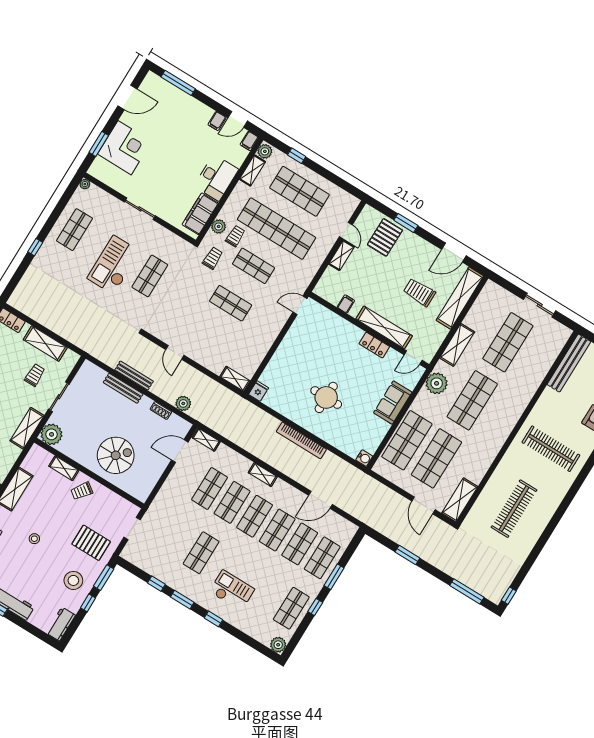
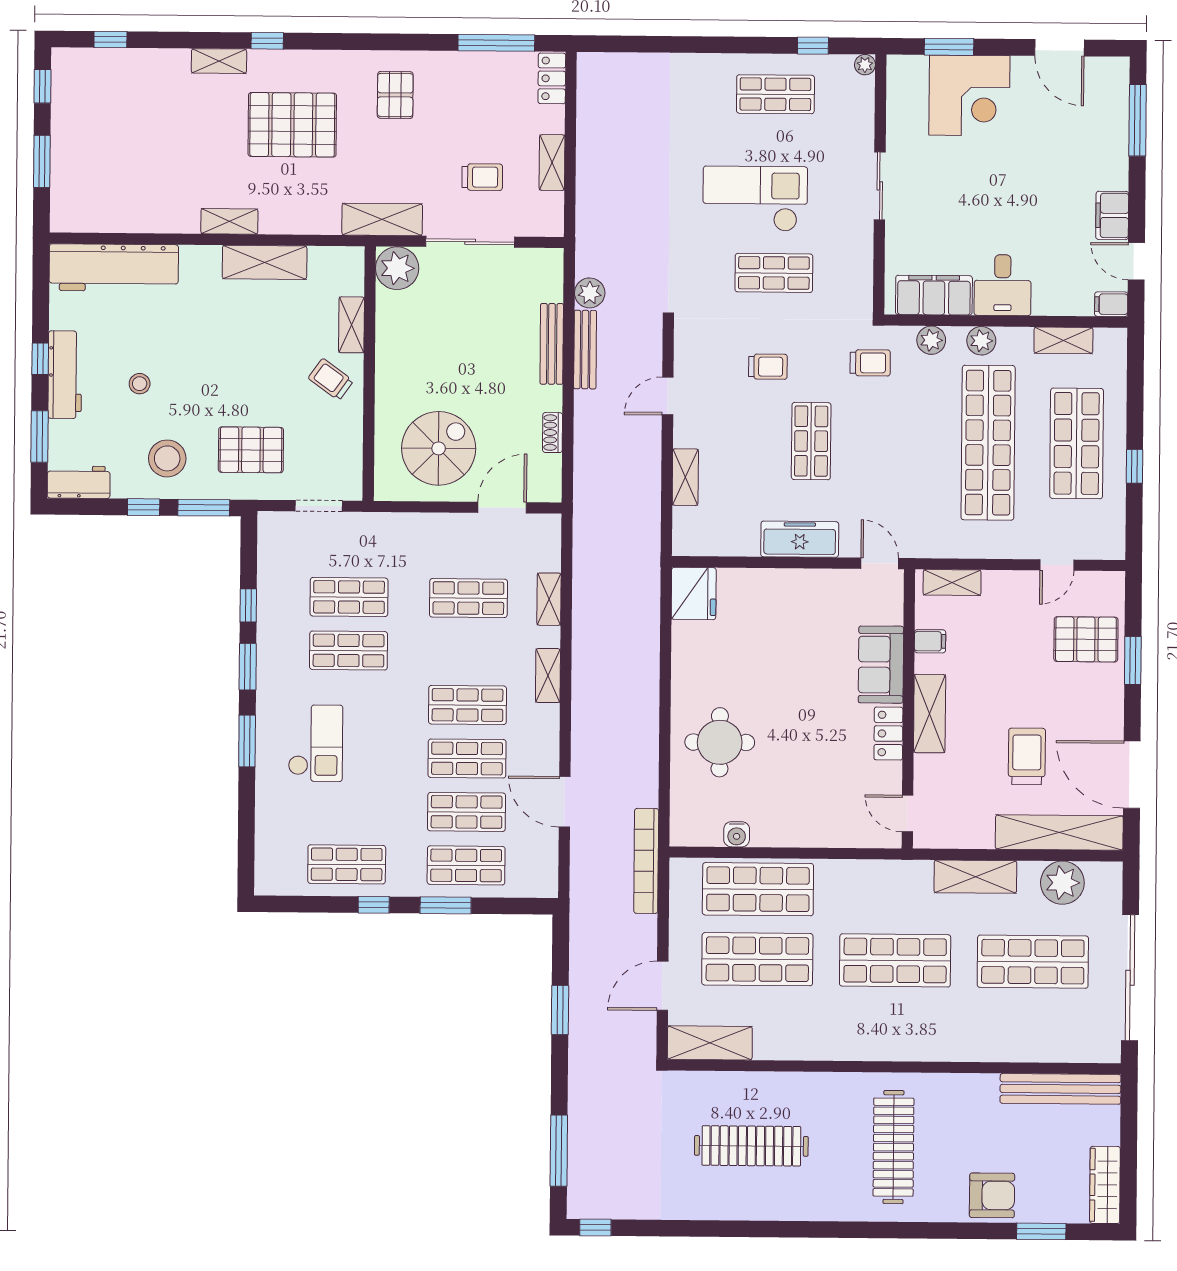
filing cabinet: (217, 121) -> (1112, 215), width x2.00
plant: (265, 151) -> (981, 341), moved
window: (297, 156) -> (1135, 466), moved
desk: (216, 178) -> (1003, 285), width x0.73
trolley: (235, 236) -> (768, 367), moved
window: (35, 247) -> (813, 46), moved
door: (454, 253) -> (1132, 775), width x1.36
shelving: (341, 255) -> (952, 583), moved
shop shelf: (254, 266) -> (900, 442), removed
sliding door: (540, 305) -> (1130, 978), width x1.86
shelving: (384, 327) -> (930, 714), width x0.68
freezer: (269, 333) -> (800, 539), added
shelving: (45, 344) -> (552, 163), width x0.67, depth x0.75
shelving: (235, 379) -> (685, 477), moved
plant: (437, 383) -> (1062, 883), moved
fridge: (259, 391) -> (694, 593), width x1.88, depth x1.34
sliding door: (59, 397) -> (470, 242), width x1.37
round table: (326, 397) -> (720, 742), moved
plant: (183, 403) -> (590, 293), moved
sofa: (393, 403) -> (881, 665), moved, turned -90
shelving: (206, 440) -> (549, 599), moved
bookcase: (301, 440) -> (646, 861), moved
door: (180, 451) -> (502, 508), hinge flipped
spiral stairs: (116, 455) -> (439, 448), moved, turned -90
water cooler: (364, 458) -> (737, 834), moved
shop shelf: (232, 502) -> (349, 597), moved
stool: (34, 539) -> (140, 384), moved
pallet: (91, 543) -> (251, 450), turned 90
window: (214, 619) -> (247, 741), width x1.50
window: (31, 629) -> (39, 436), added
plant: (278, 645) -> (270, 880), removed

